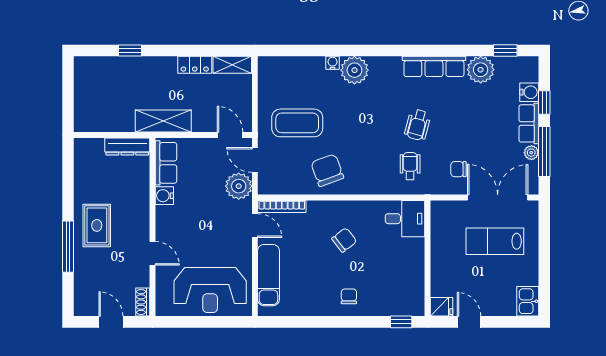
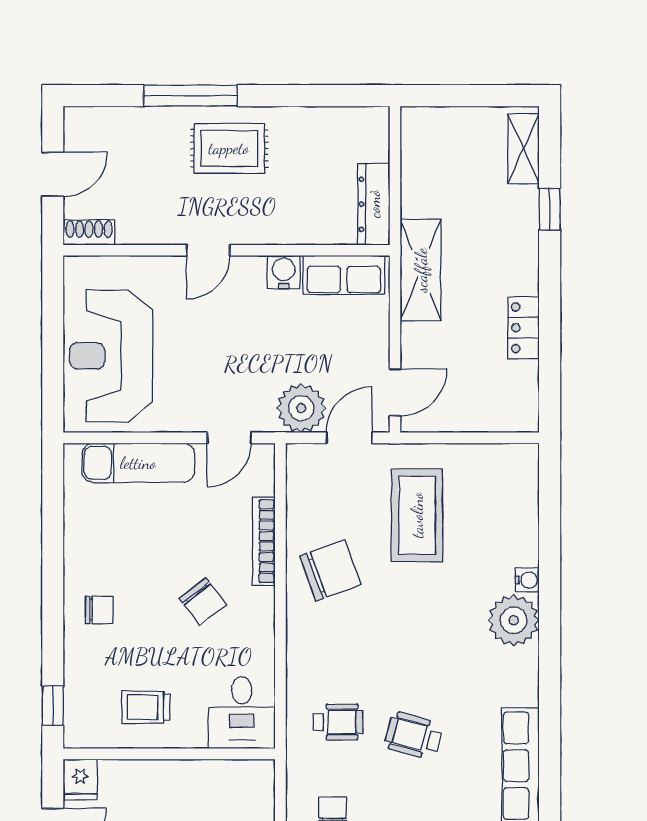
shelving: (232, 65) -> (523, 149), moved
bookcase: (282, 207) -> (264, 541), moved
door: (152, 253) -> (208, 250), moved
trolley: (402, 271) -> (146, 707), added

